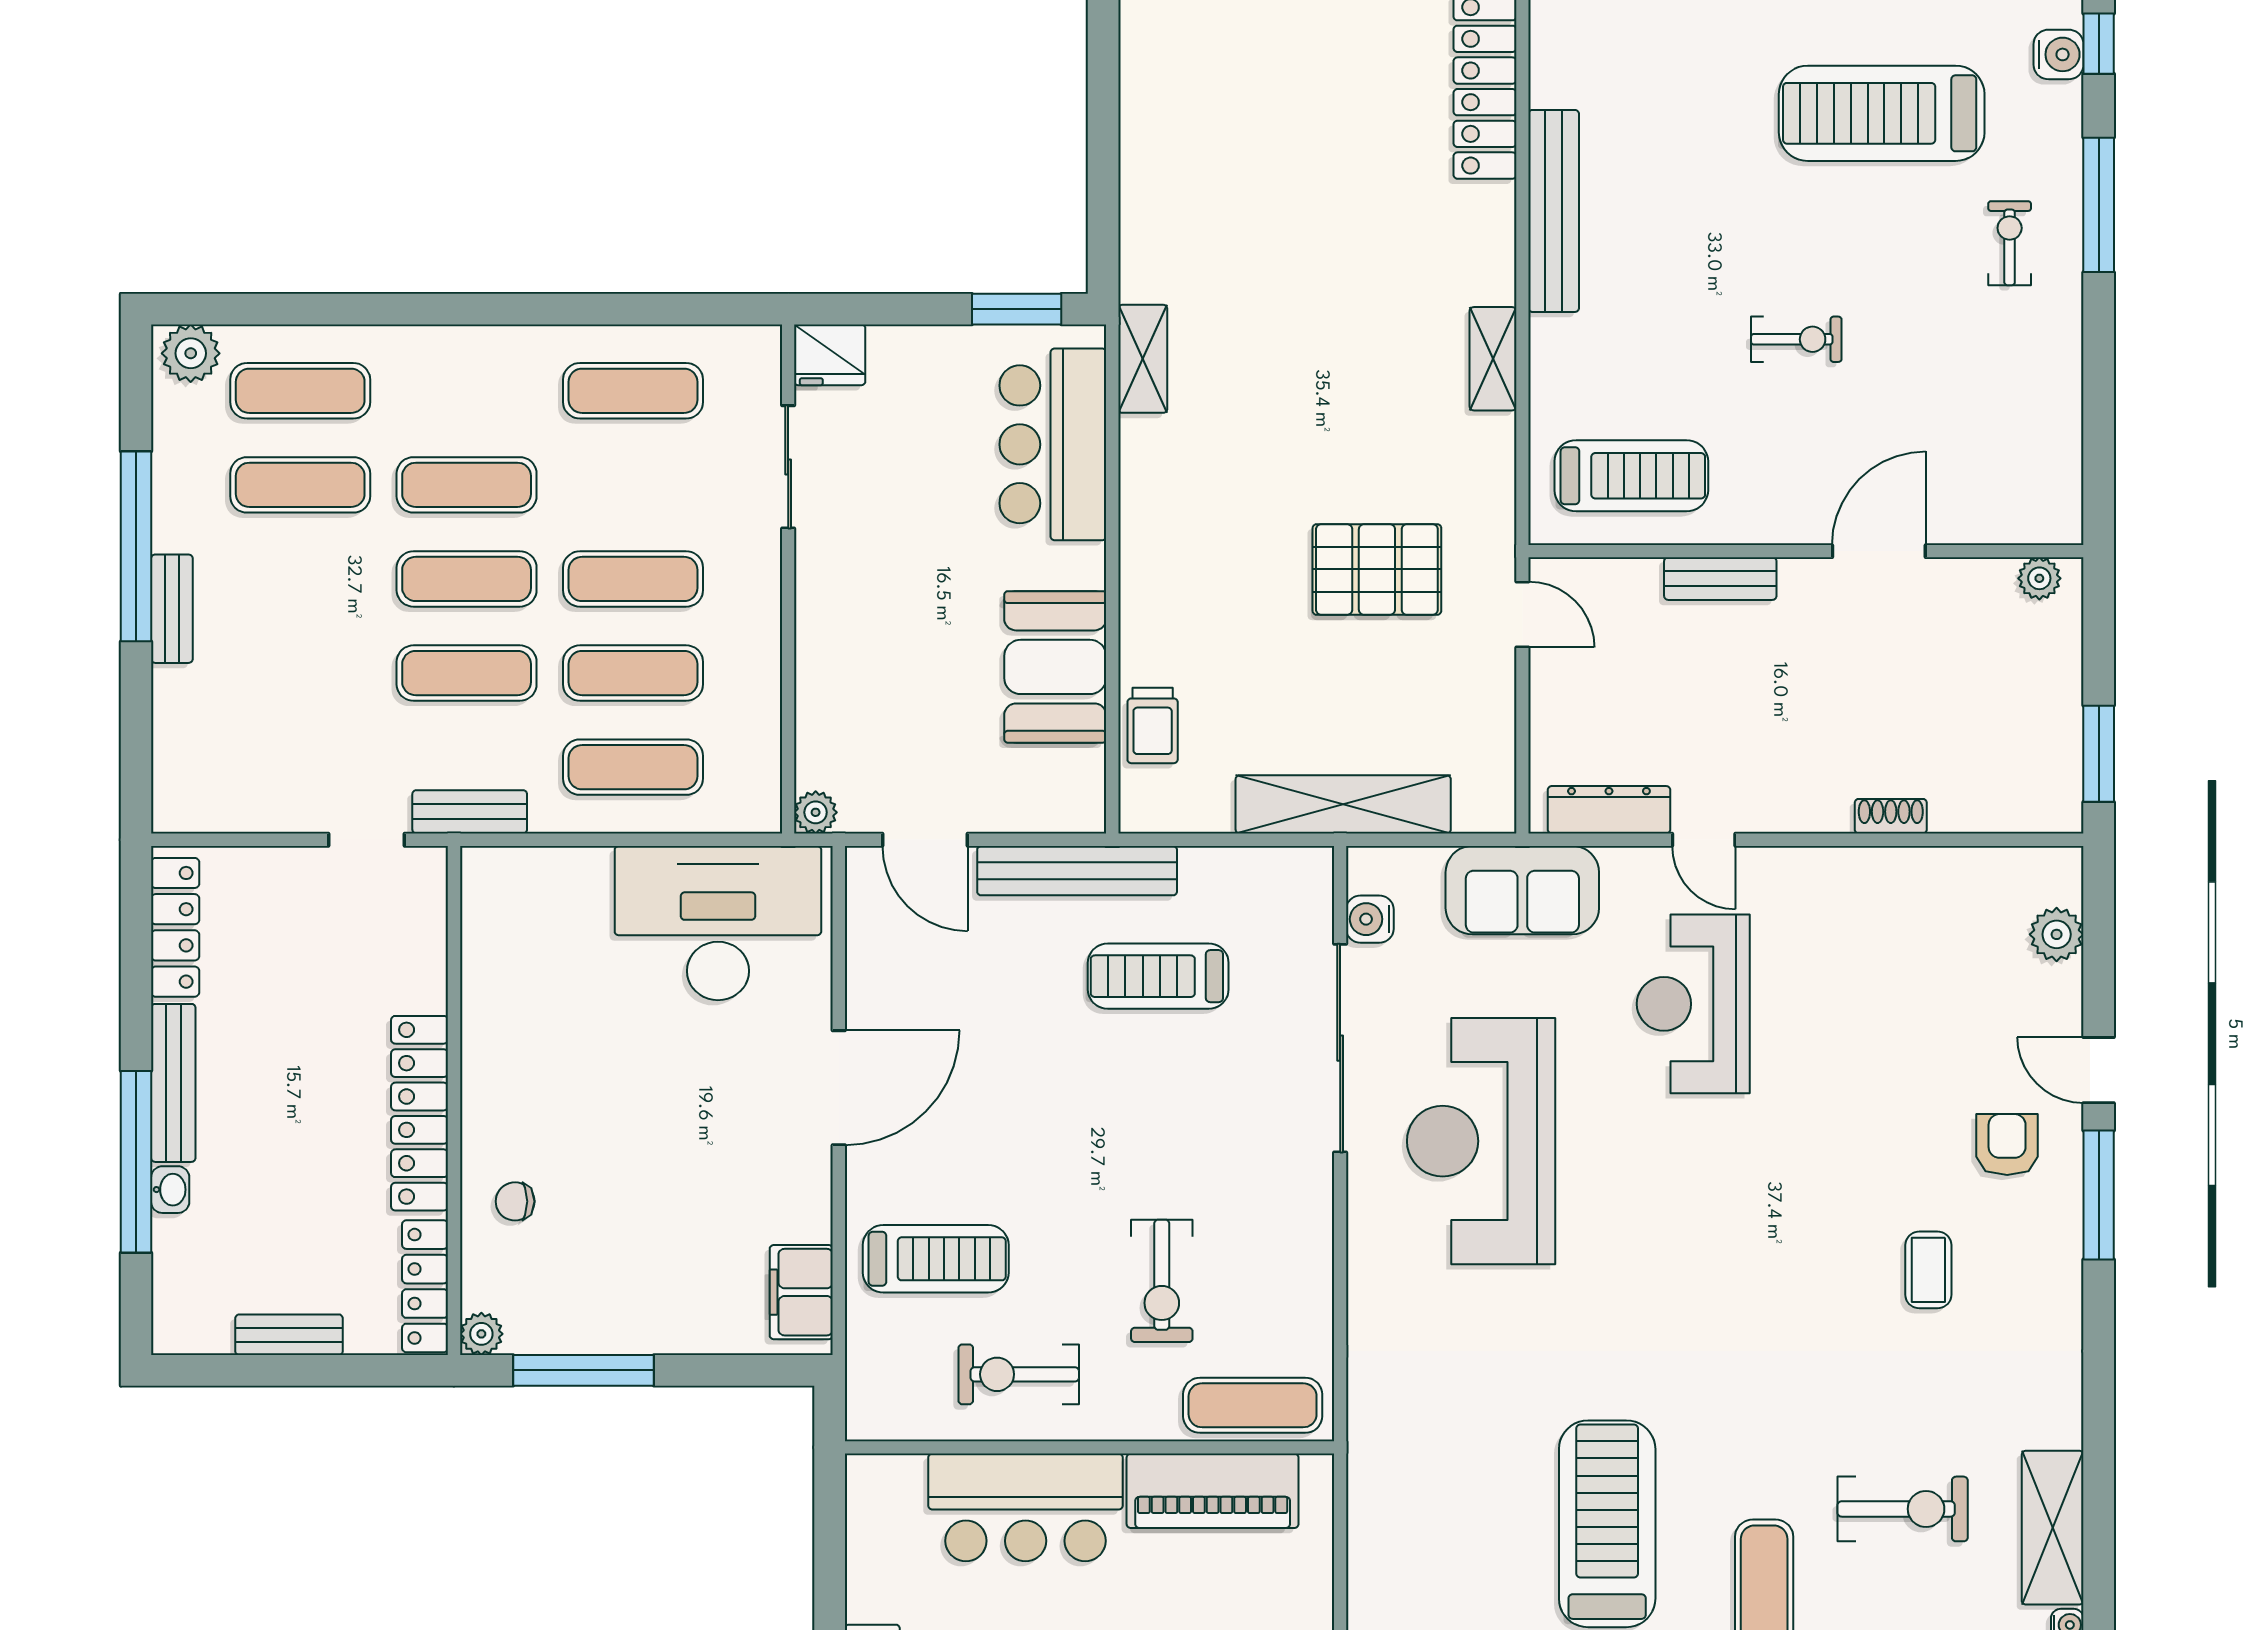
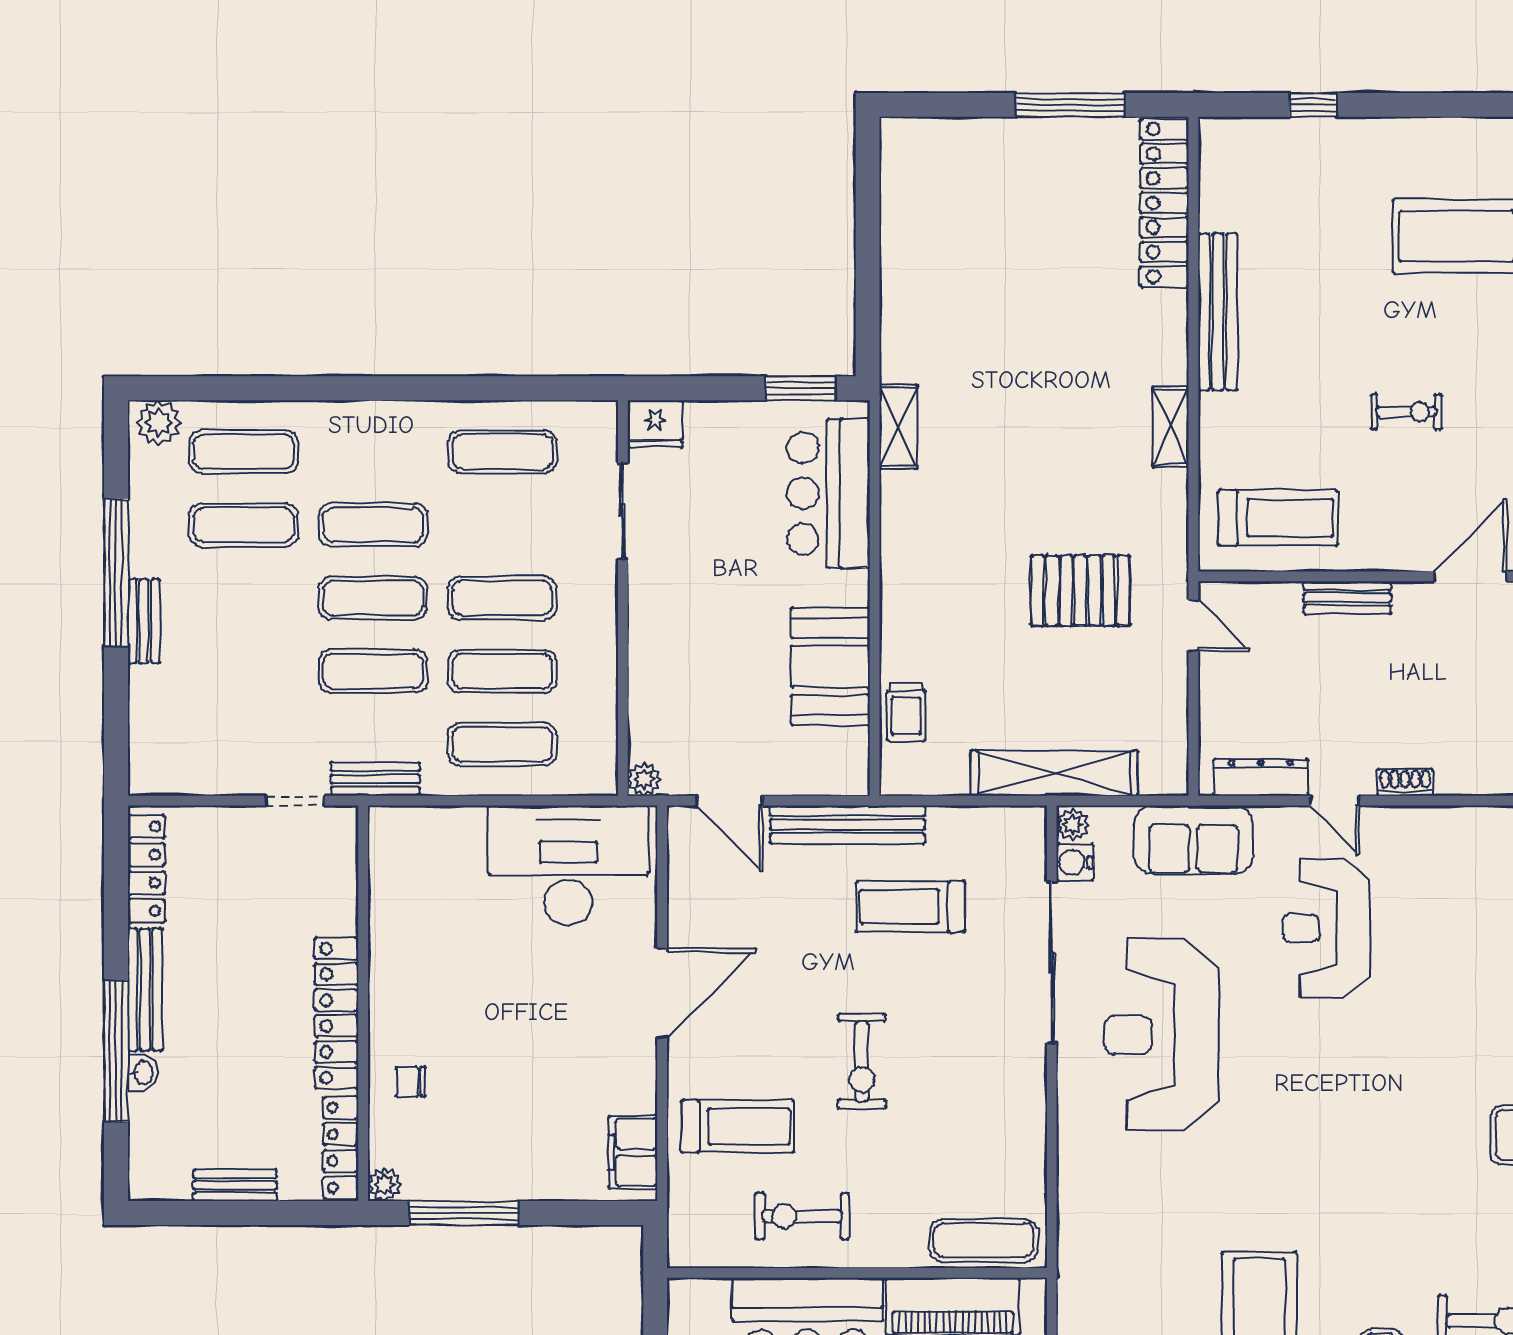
shoe rack: (1891, 816) -> (1405, 782), moved
plant: (1367, 870) -> (1073, 824), added
exercise bike: (1162, 1281) -> (862, 1061), moved

